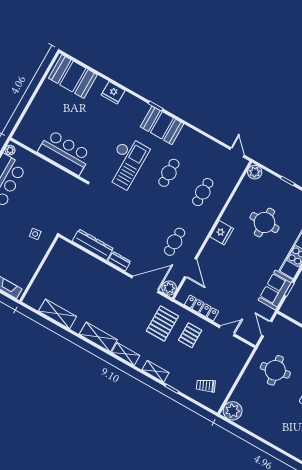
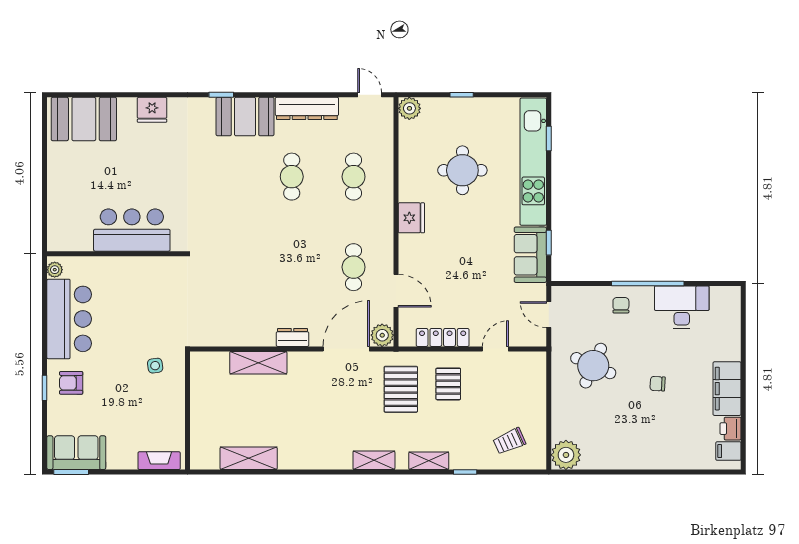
checkout: (126, 162) -> (224, 196), removed
dresser: (93, 245) -> (307, 108), moved, turned 180
shelving: (98, 337) -> (258, 363), moved
round table: (275, 370) -> (593, 366), turned 34

